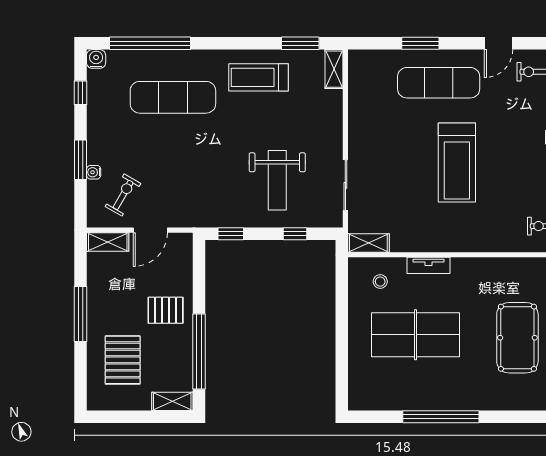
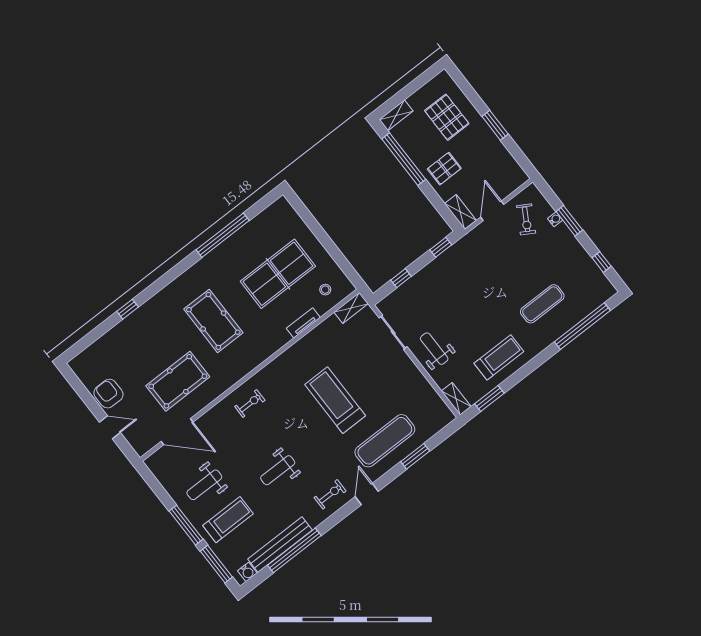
water cooler: (96, 59) -> (608, 291), removed
exercise mat: (173, 97) -> (542, 304), width x0.73, depth x0.69
weight bench: (277, 180) -> (434, 349), moved, width x0.73, depth x0.75
shelving: (108, 242) -> (460, 212), moved, turned 90
window: (80, 314) -> (495, 125), width x0.69

